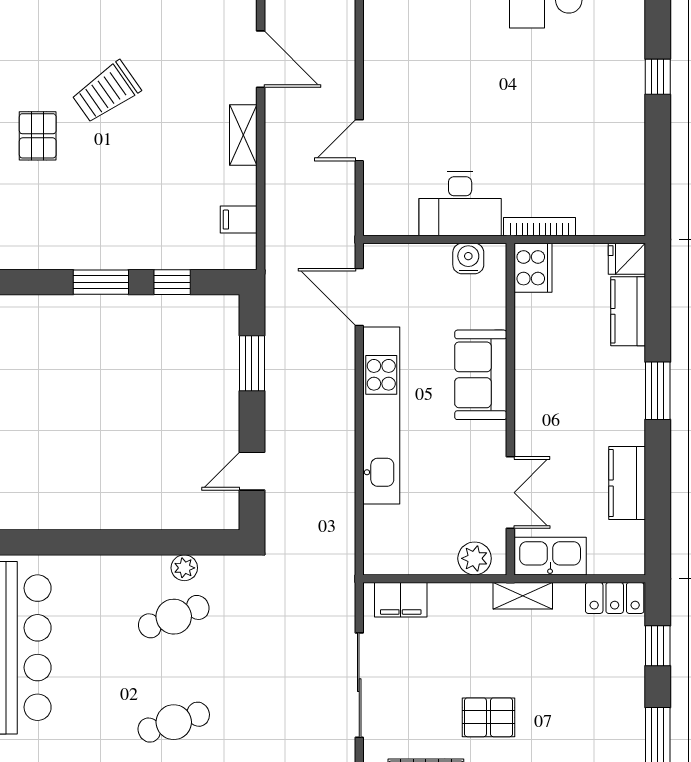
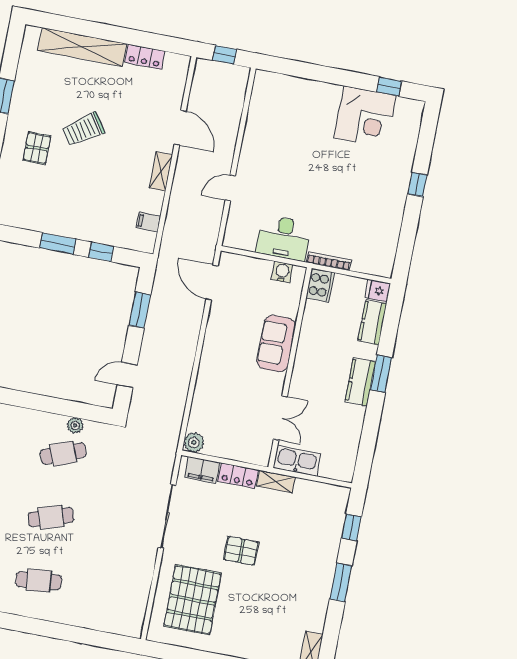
kitchen unit: (381, 416) -> (212, 357), removed
kitchen counter: (627, 483) -> (360, 382), moved
plant: (475, 558) -> (194, 442), moved
locker: (615, 598) -> (238, 476), moved

